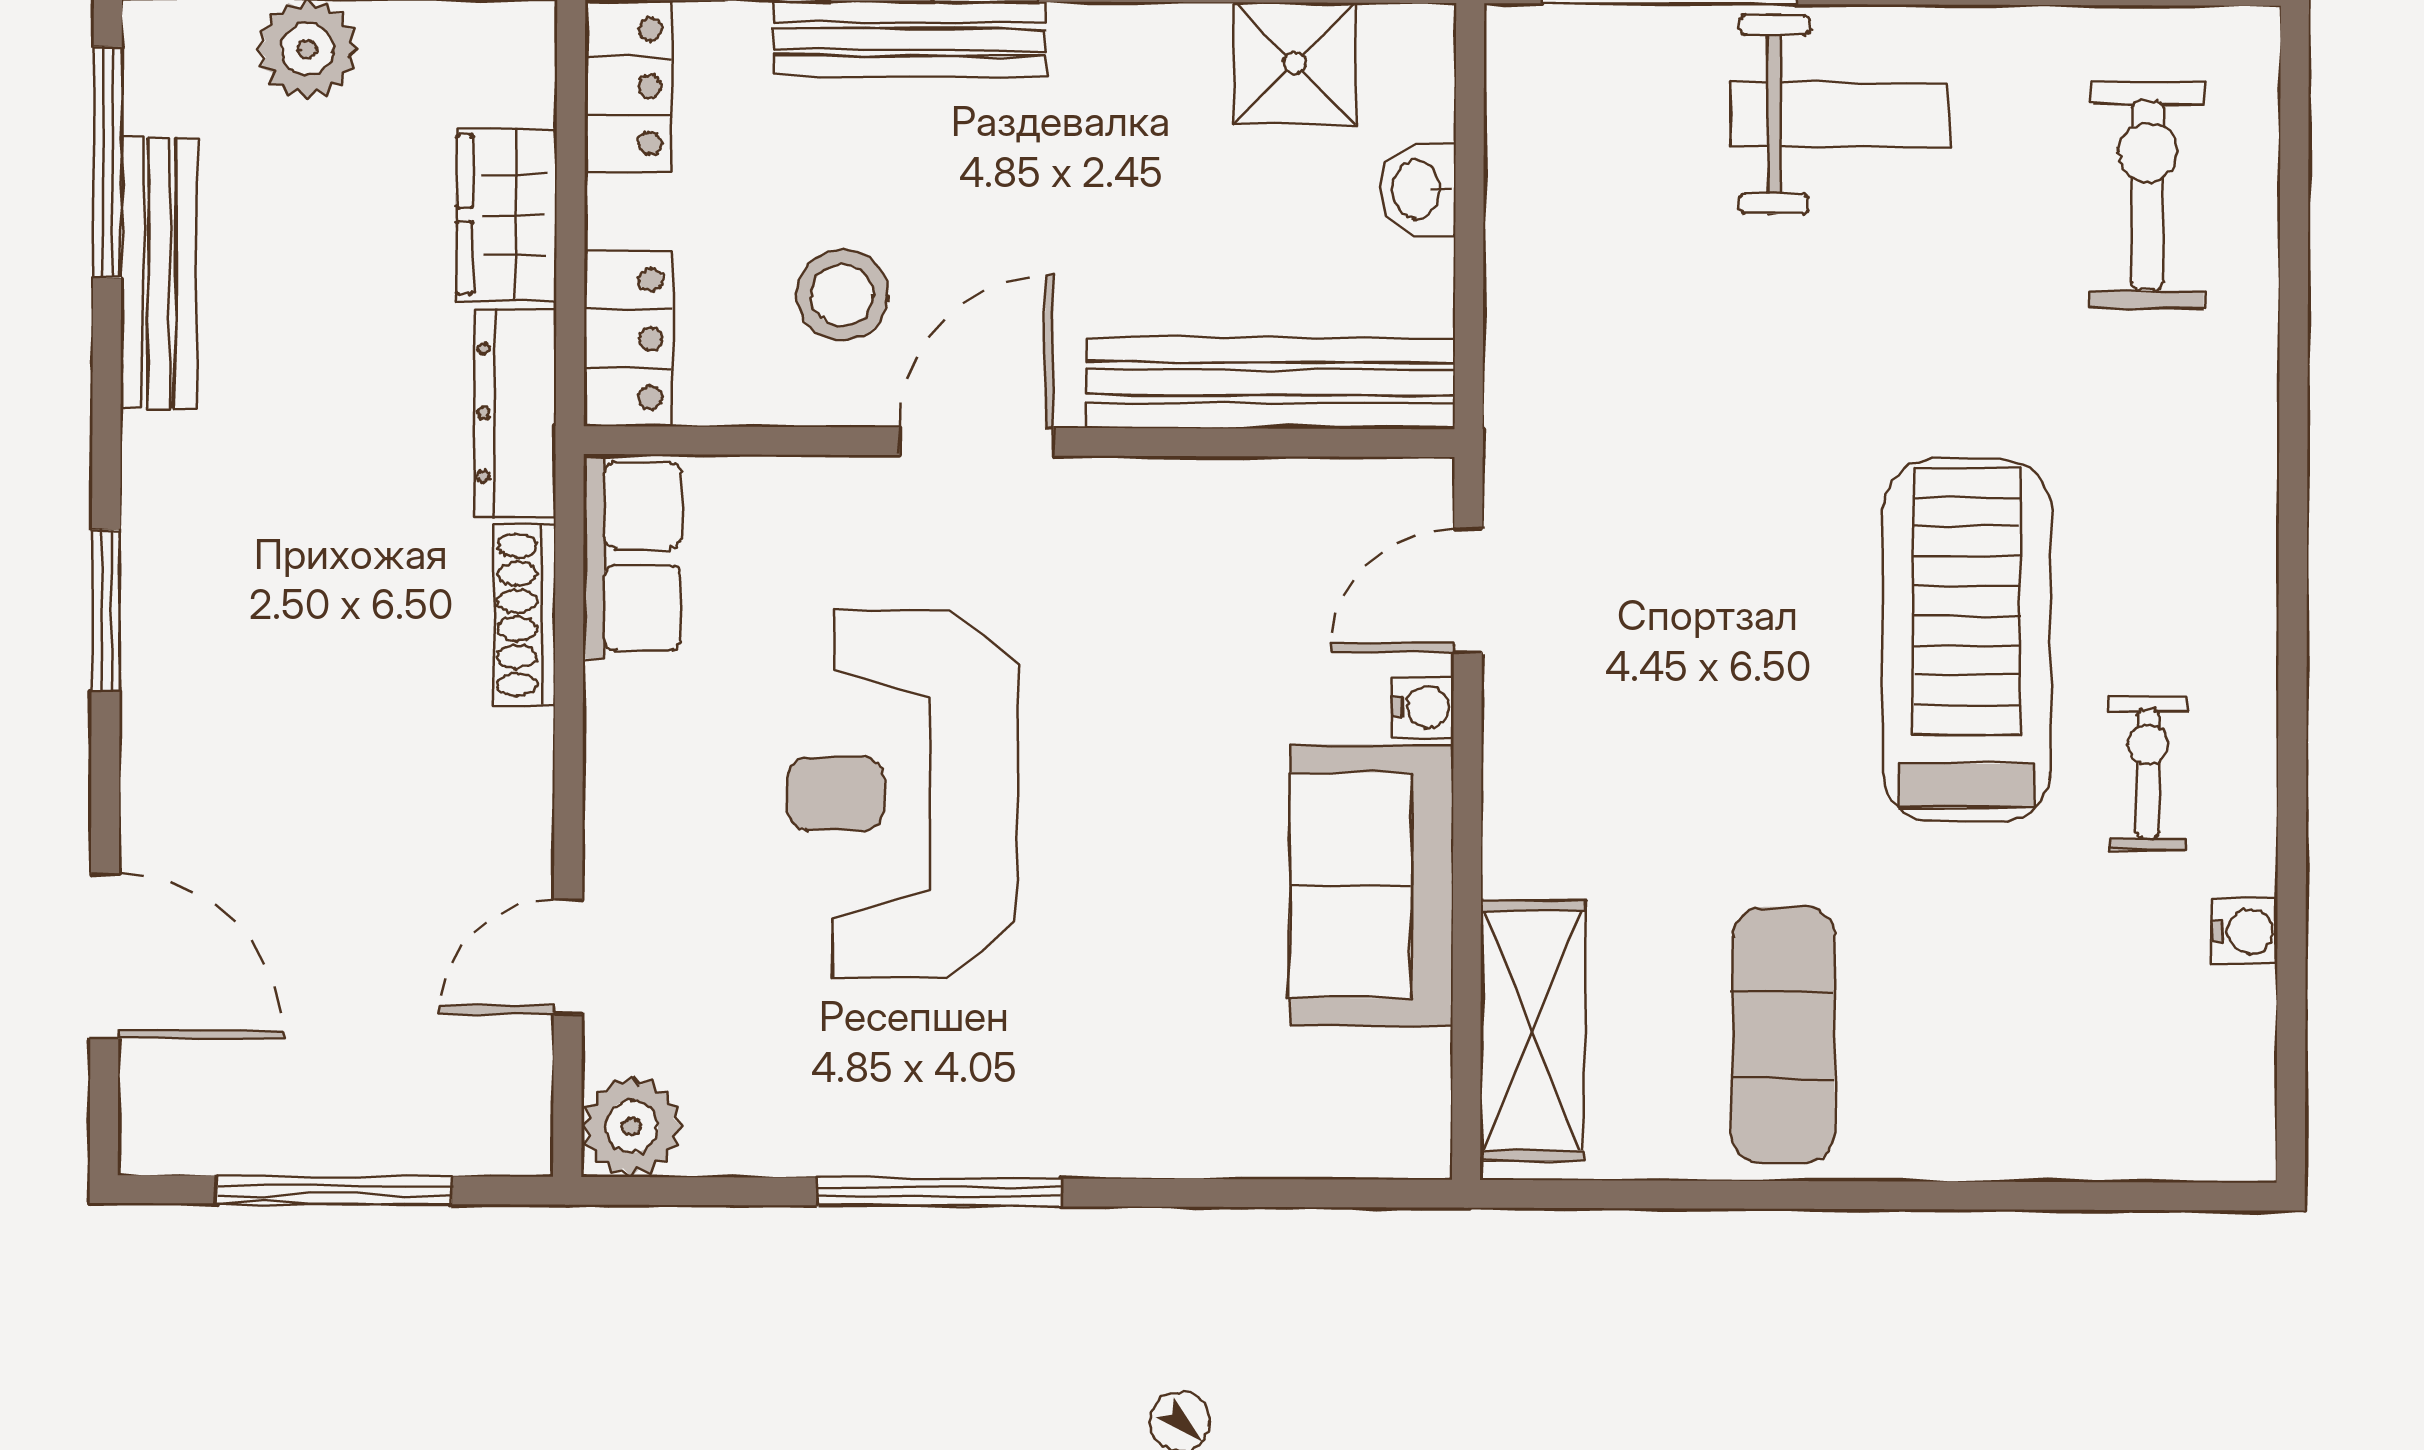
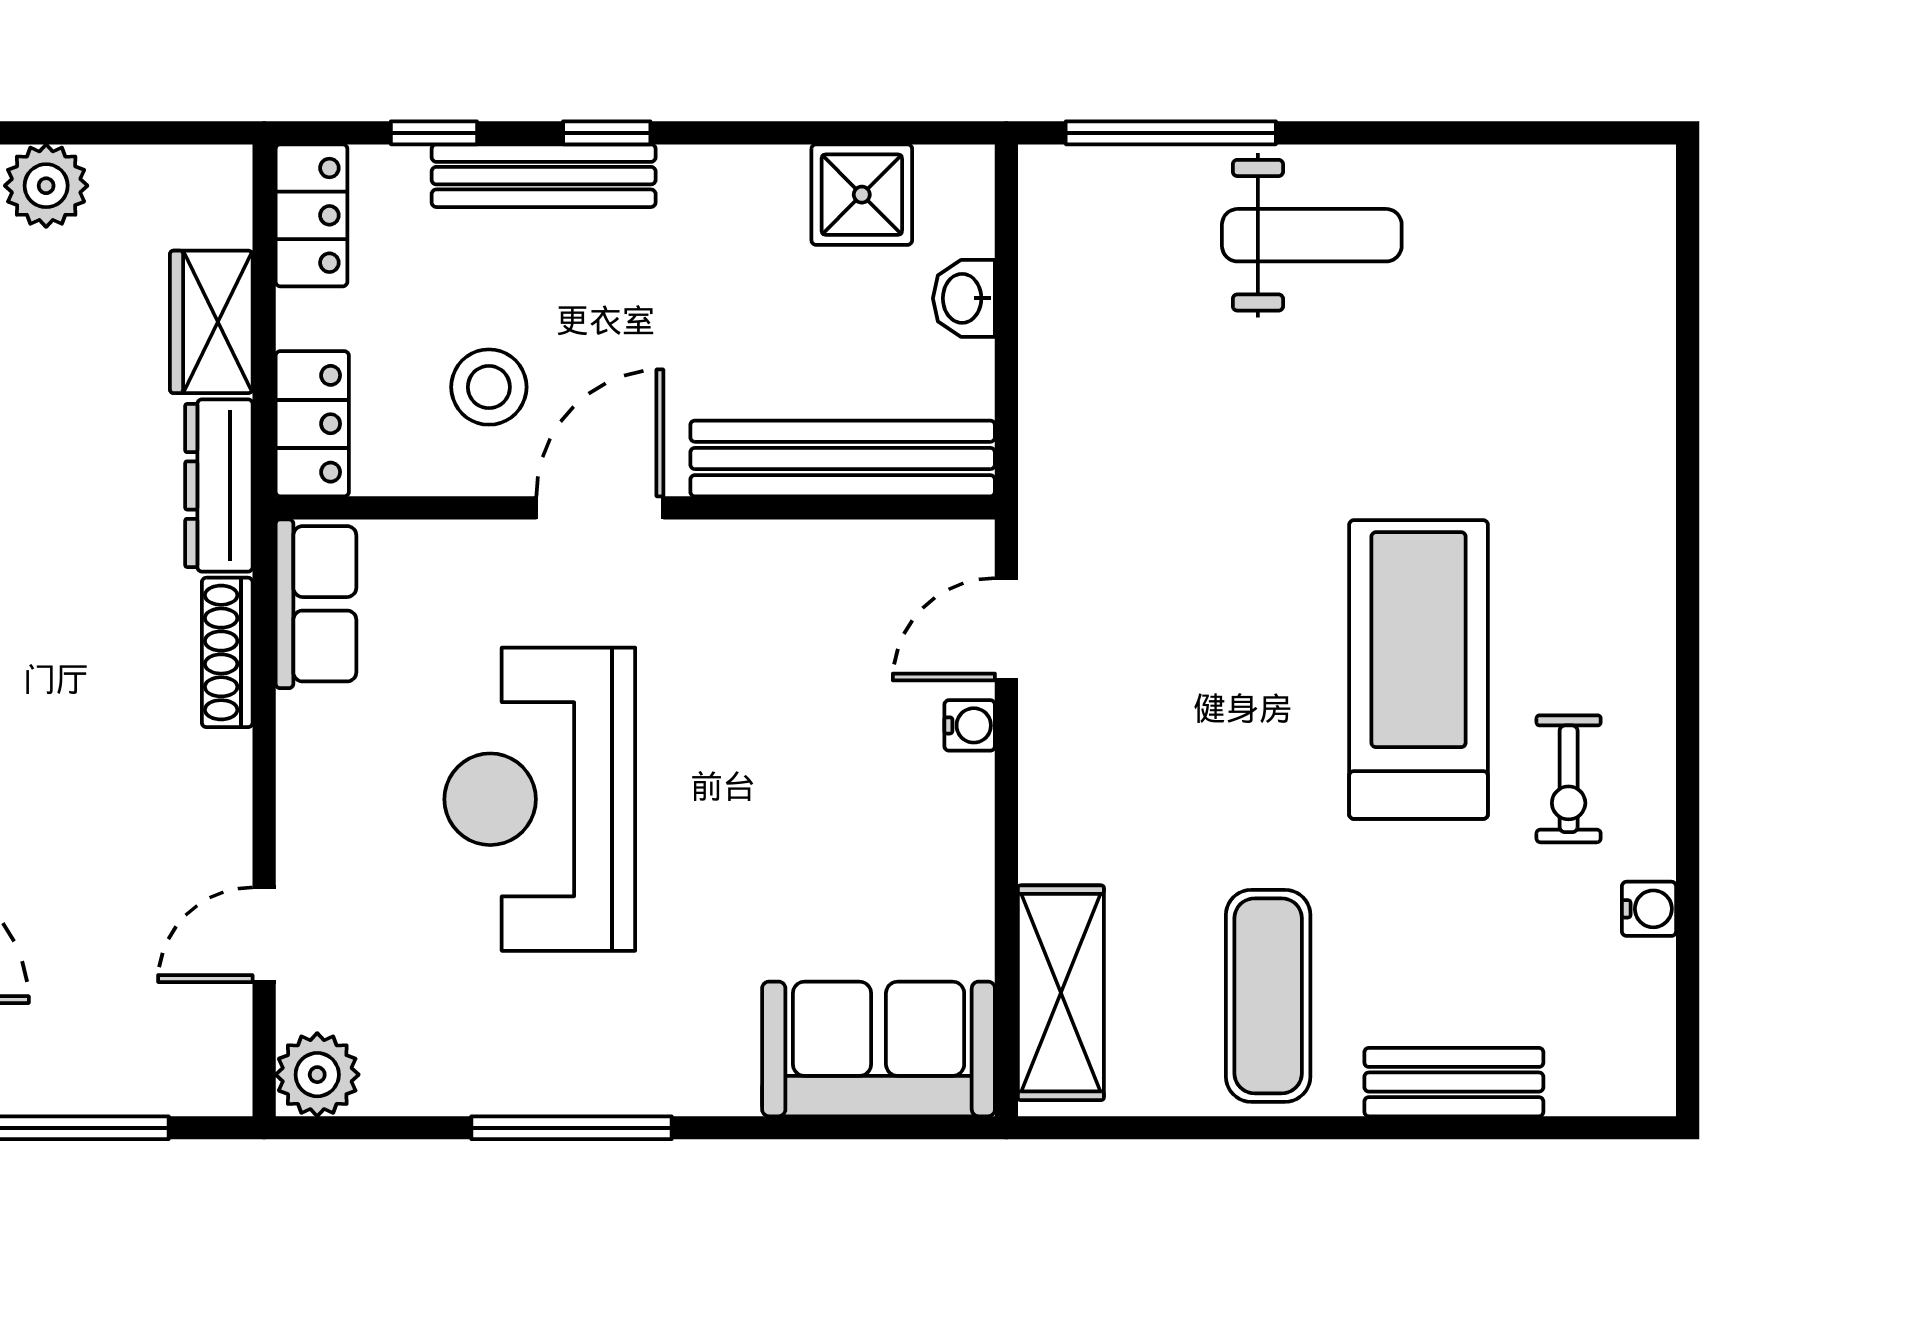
exercise bike: (2147, 195) -> (1566, 301), removed
exercise bike: (2148, 774) -> (1569, 779), turned 180
sofa: (1372, 885) -> (879, 1049), moved, turned 90
bench: (2008, 1140) -> (1454, 1082), added

